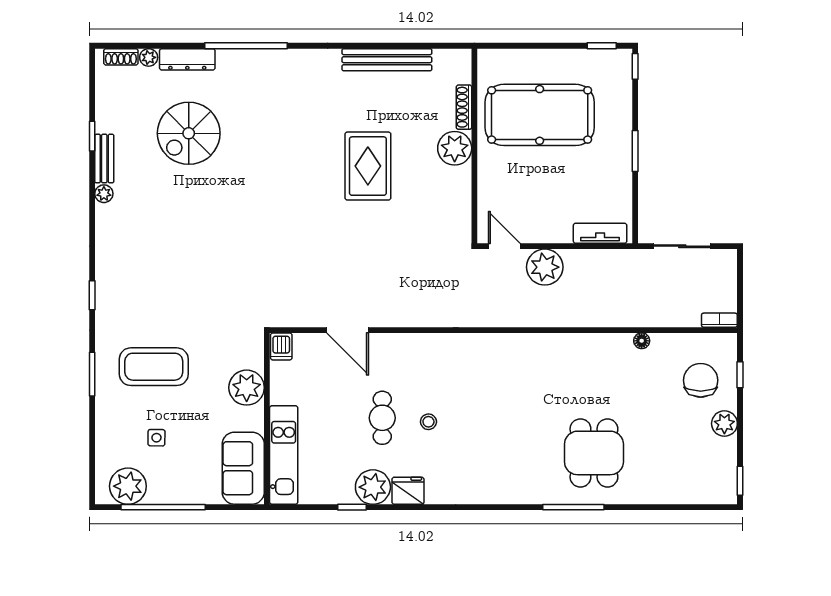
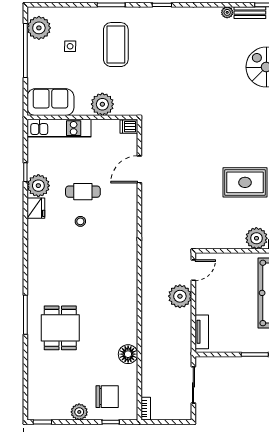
floor lamp: (642, 341) -> (128, 354), width x1.89, depth x1.89
dining table: (594, 453) -> (60, 328), turned 90

